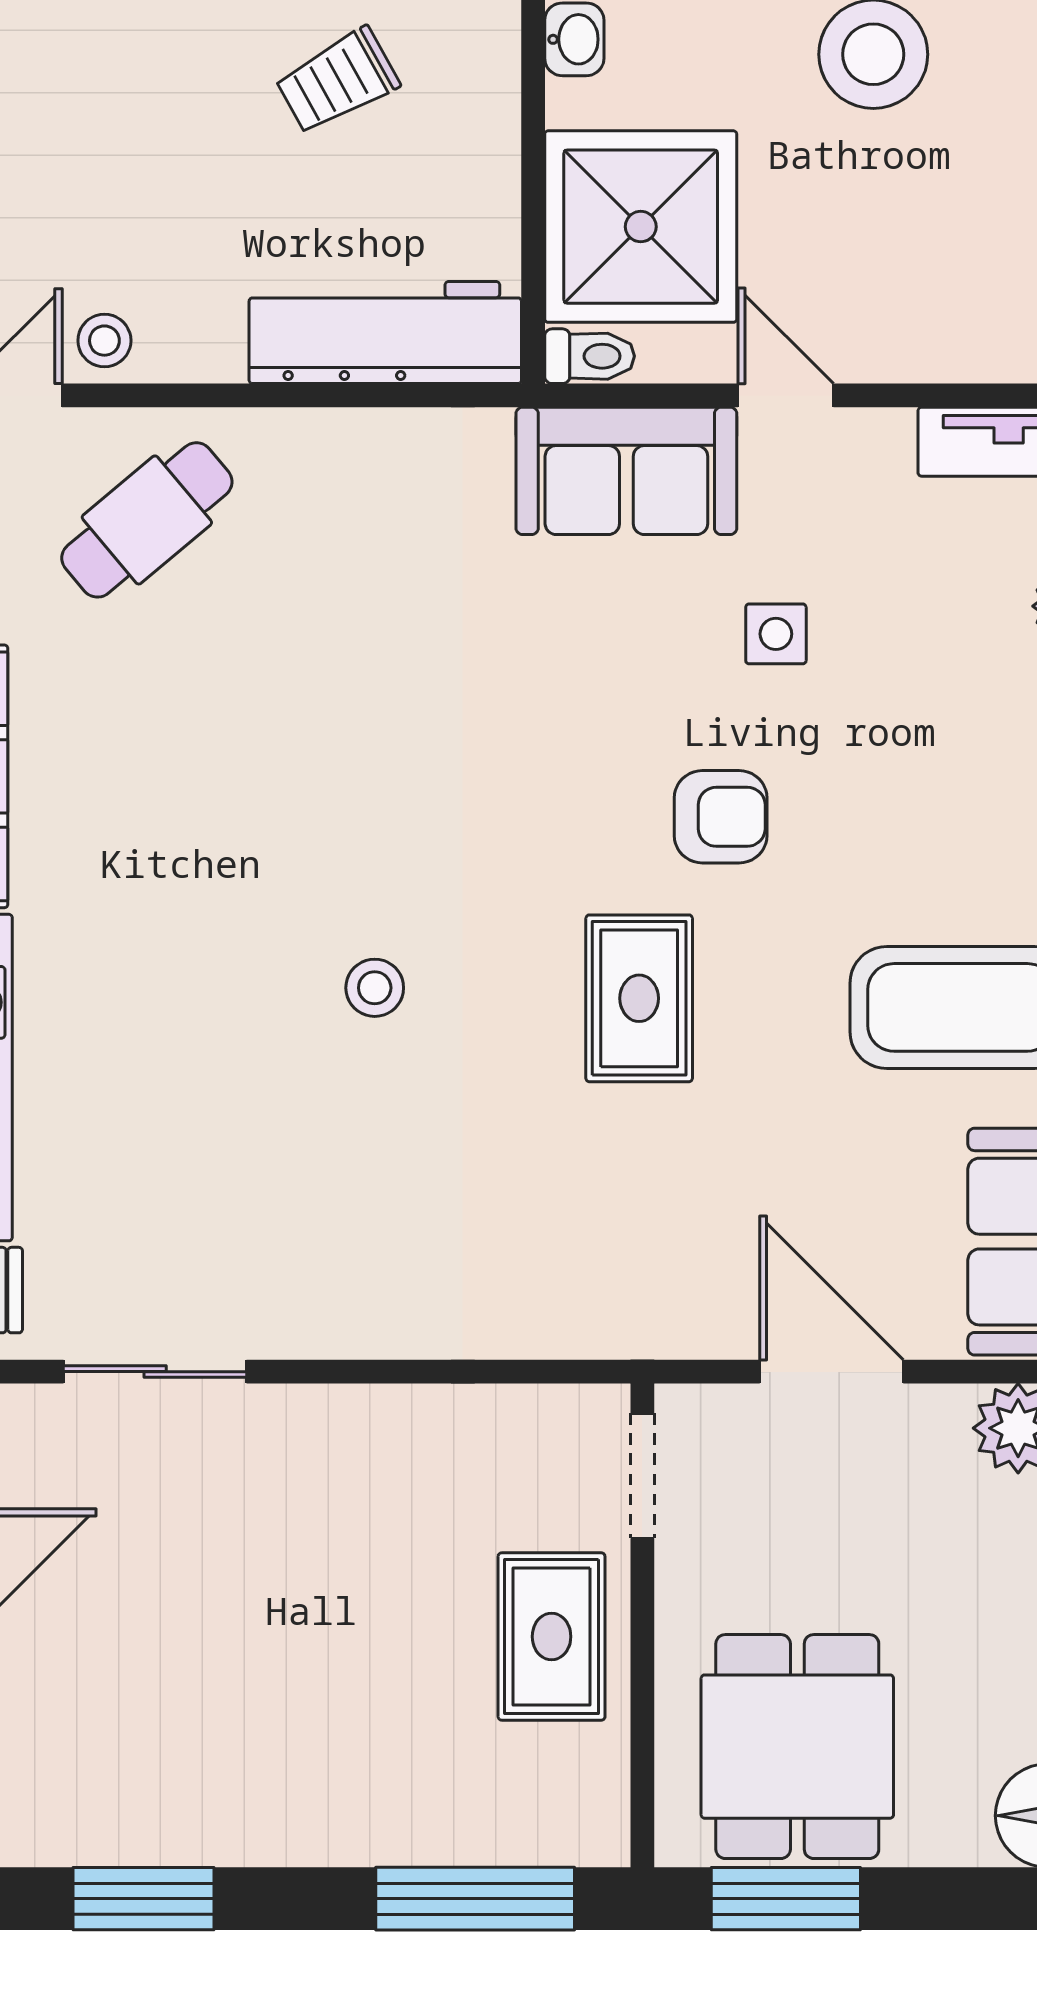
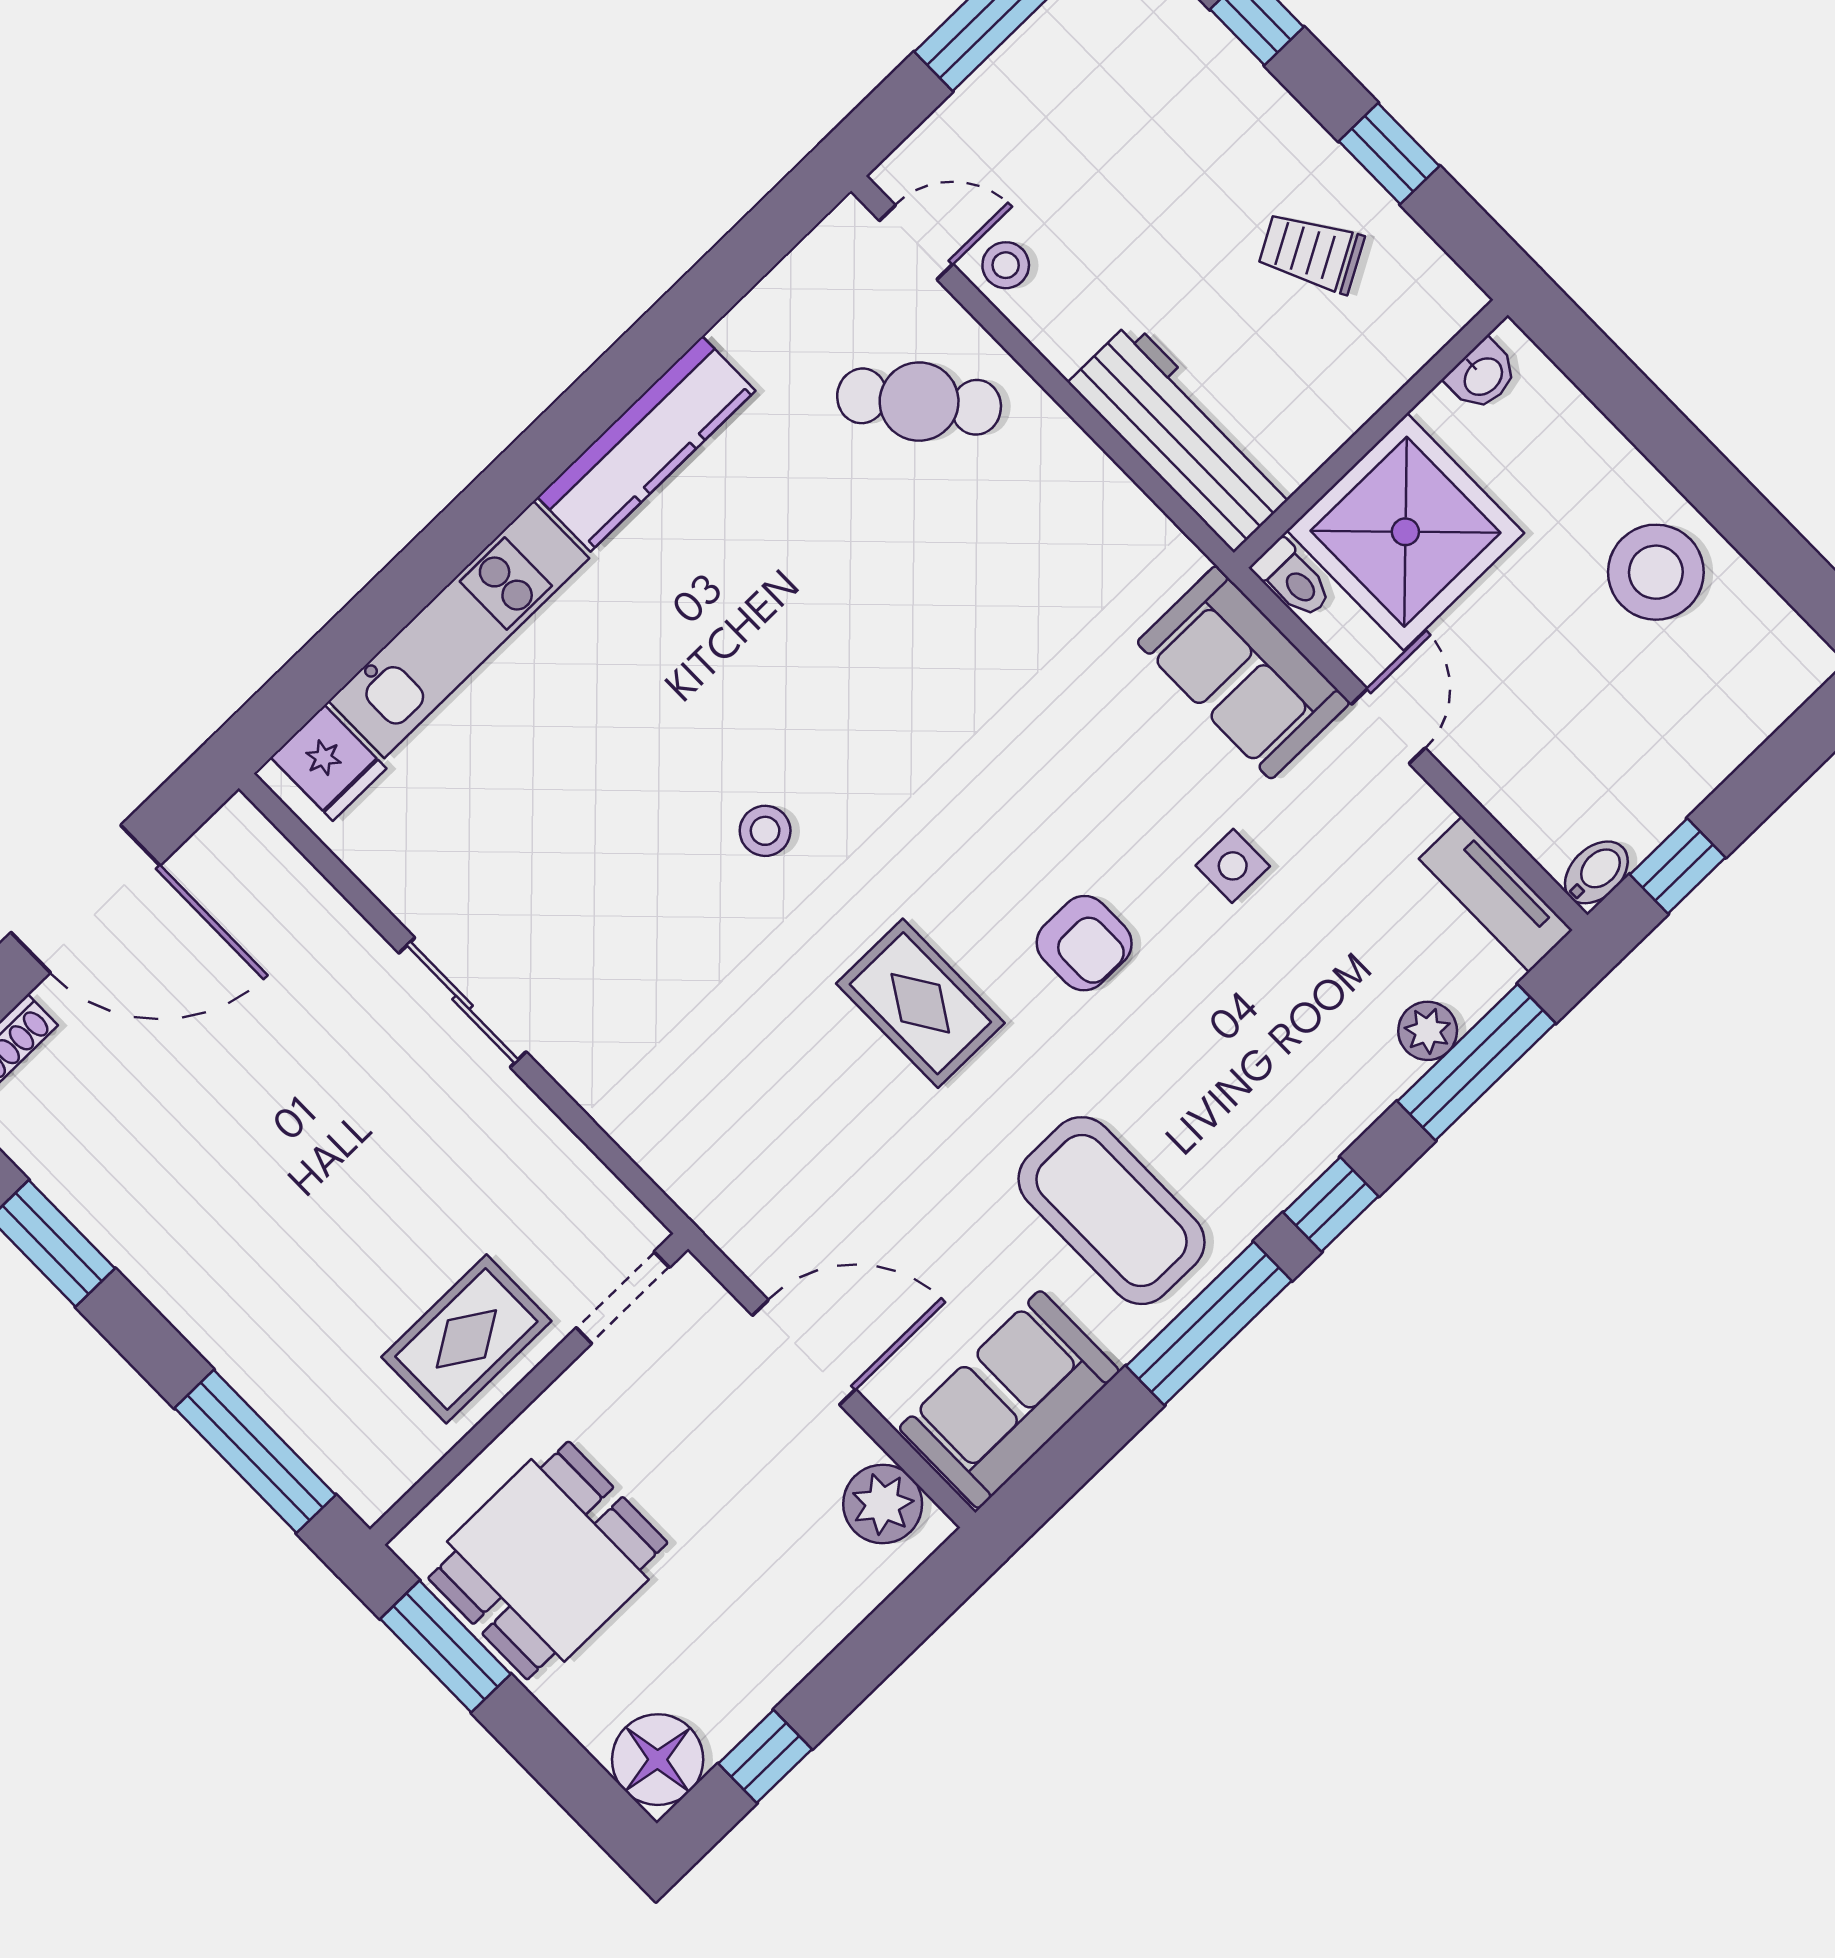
rug: (639, 998) -> (920, 1003), turned 90
sliding door: (155, 1372) -> (463, 1002), moved
door: (831, 1372) -> (804, 1352), hinge flipped

